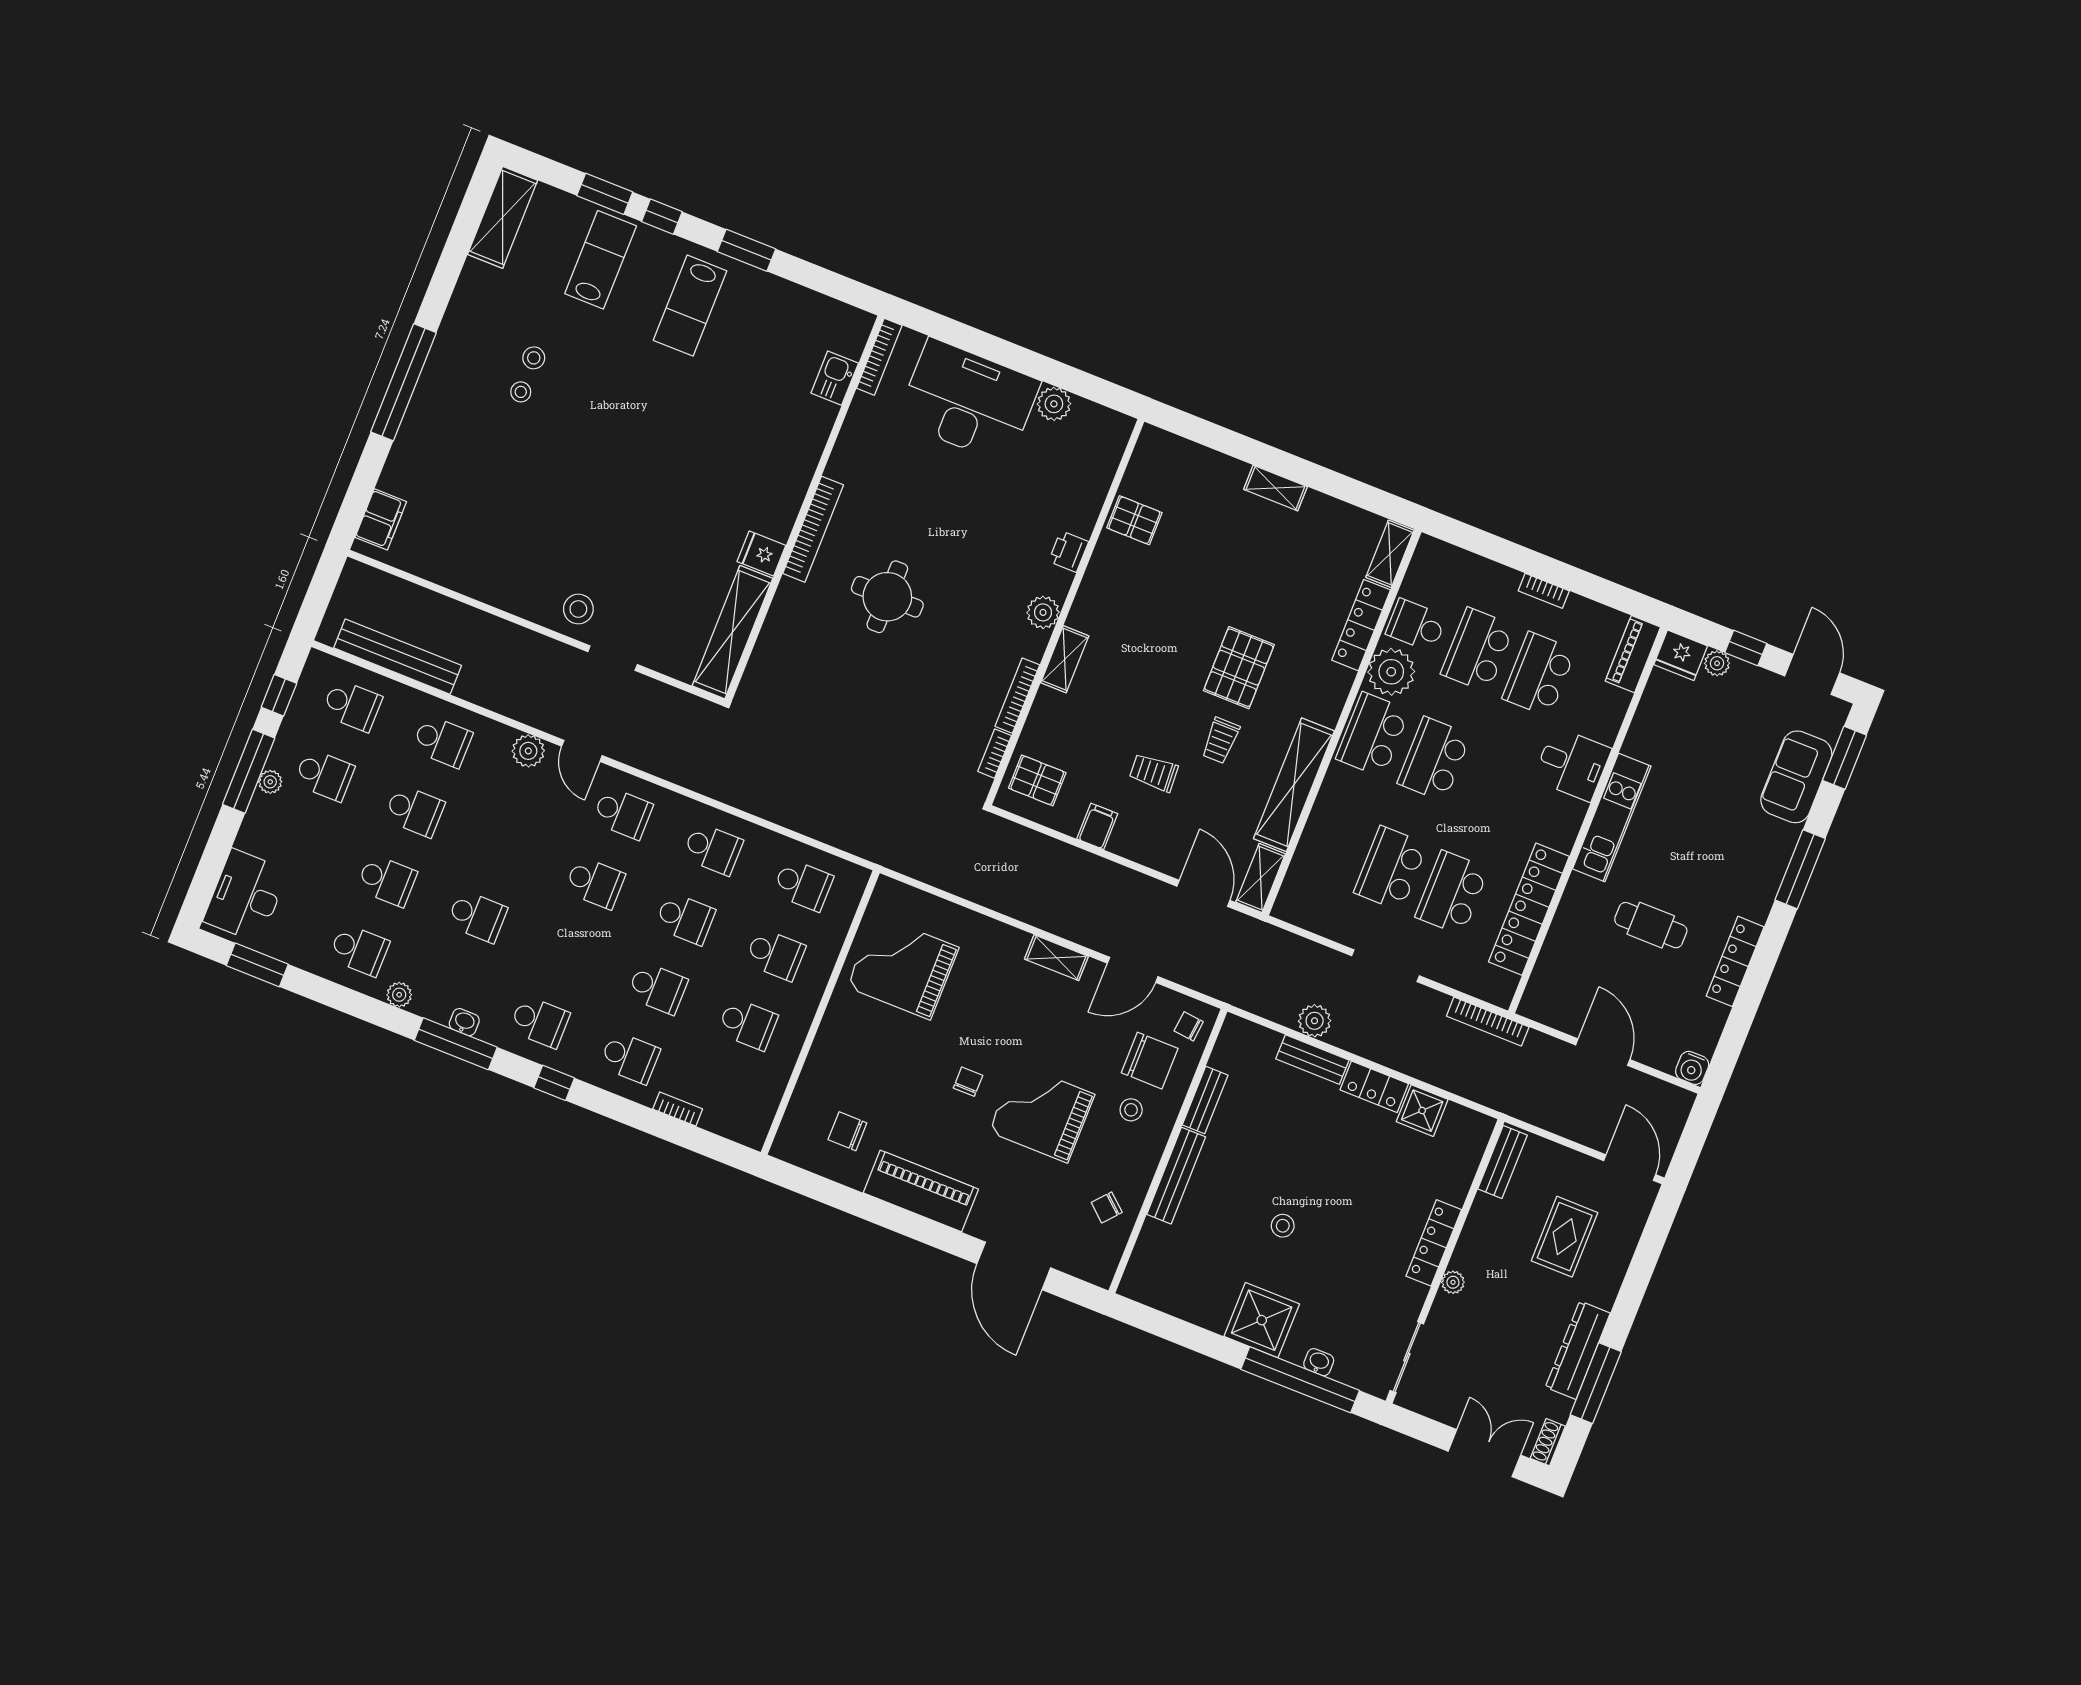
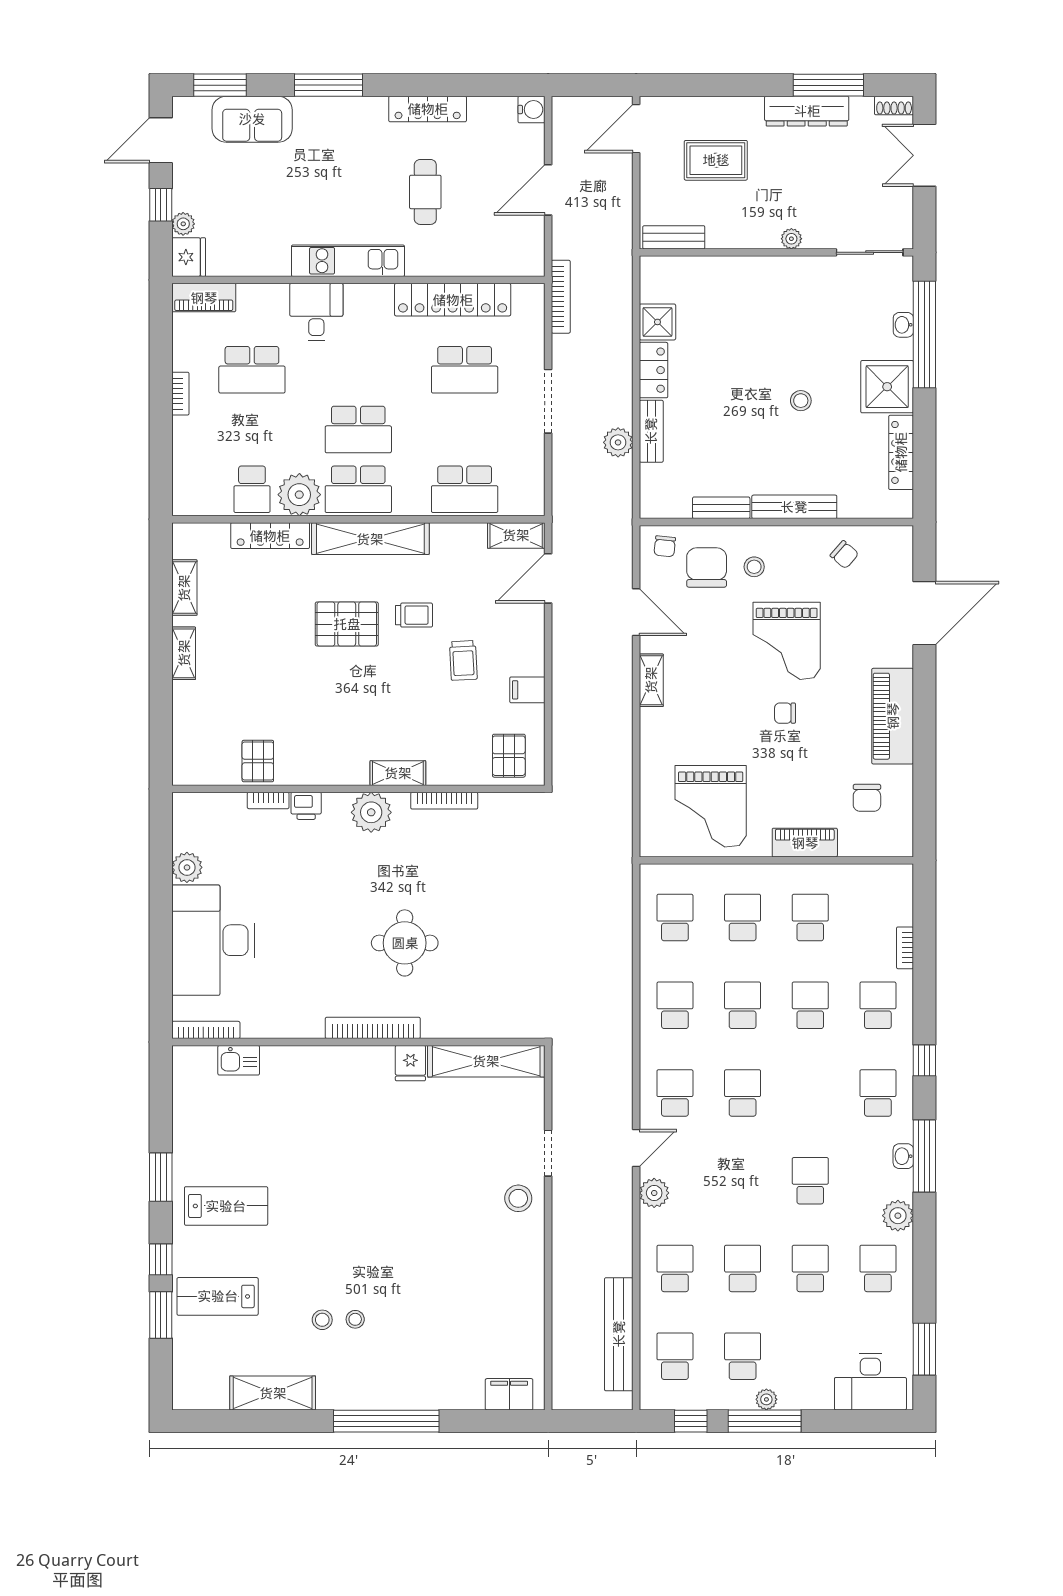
shelving: (503, 217) -> (273, 1393), moved
shelving: (1390, 554) -> (184, 588), moved, turned 90
plant: (1043, 612) -> (371, 812), width x1.36, depth x1.36
school desk: (1478, 650) -> (252, 429), removed
bookcase: (995, 754) -> (268, 800), moved
shelving: (1294, 785) -> (370, 539), moved
school desk: (1391, 868) -> (465, 489), moved
plant: (399, 995) -> (898, 1216), width x1.38, depth x1.38
piano: (827, 1049) -> (805, 843), added
locker: (1434, 1243) -> (901, 452), moved, turned 90

